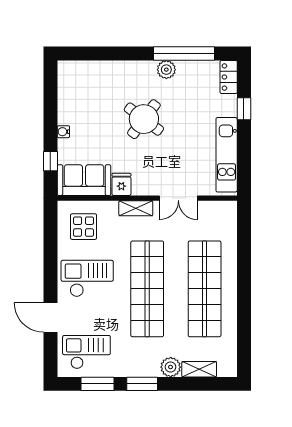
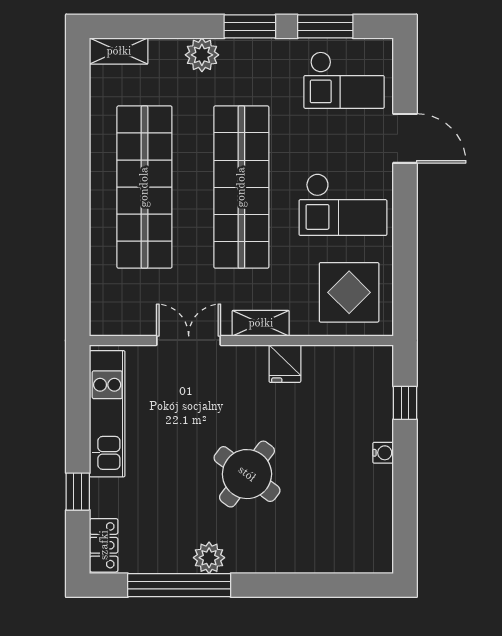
sofa: (84, 180) -> (348, 371), removed
display table: (84, 227) -> (349, 292), width x1.36, depth x1.36
shelving: (199, 369) -> (119, 51), moved

